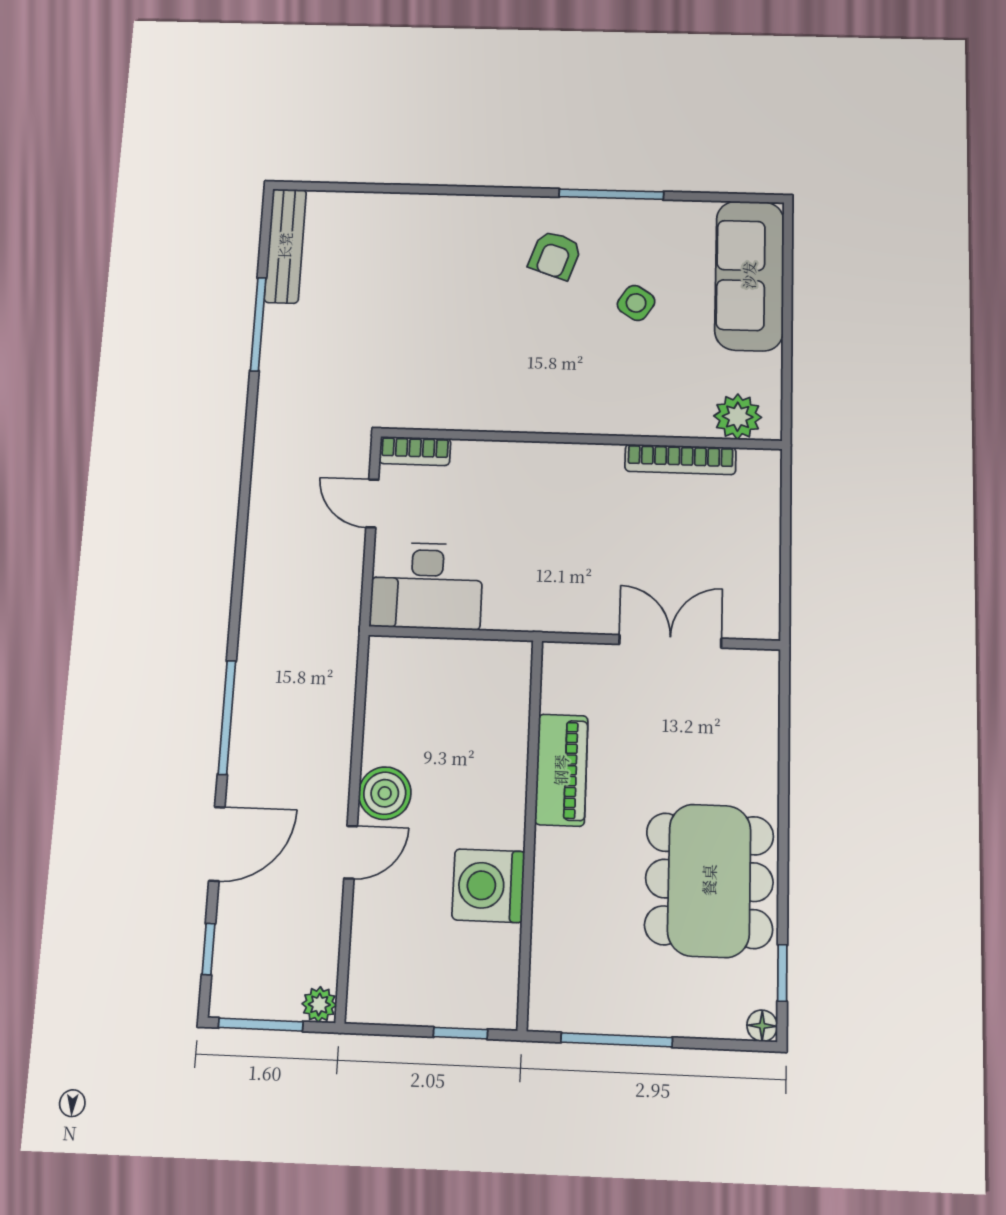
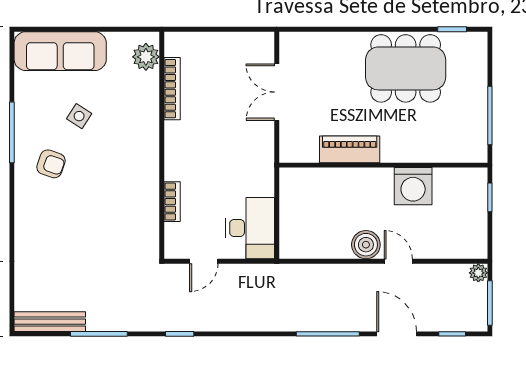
bookcase: (415, 451) -> (172, 202), moved
window: (247, 458) -> (180, 334), added
floor lamp: (762, 1026) -> (480, 40), removed

